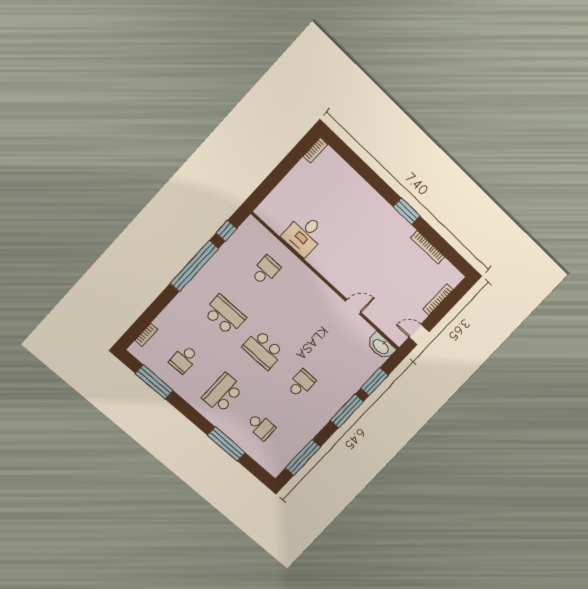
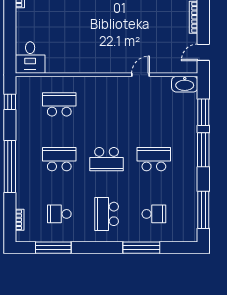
desk: (304, 235) -> (30, 58), moved
window: (194, 266) -> (10, 166), moved
school desk: (266, 270) -> (59, 104), width x1.85
school desk: (184, 359) -> (59, 214), turned 90
school desk: (301, 383) -> (154, 159), width x1.85

